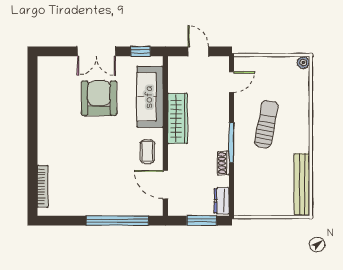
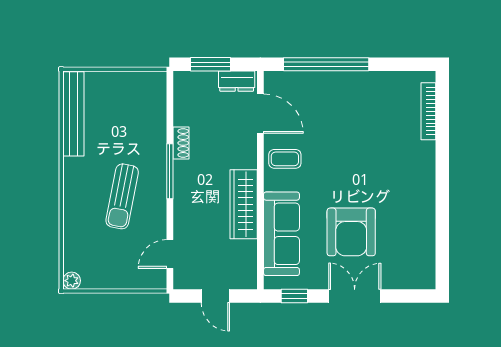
coffee table: (147, 152) -> (285, 159), turned 90
dresser: (222, 201) -> (237, 81), moved, turned 90

